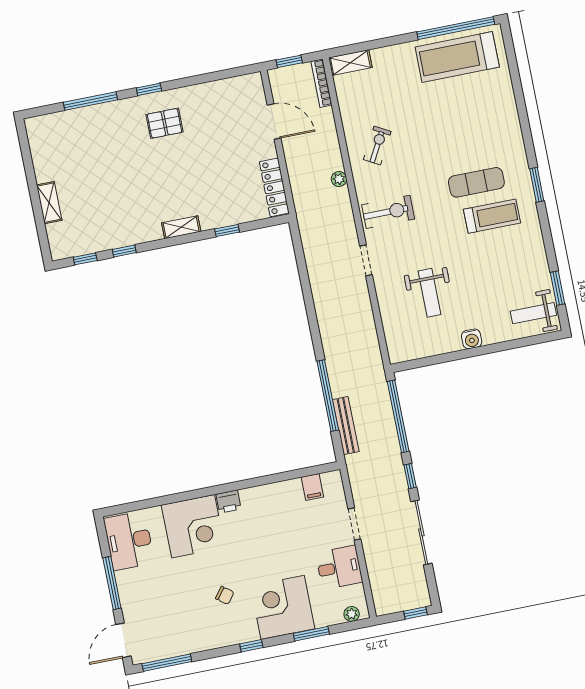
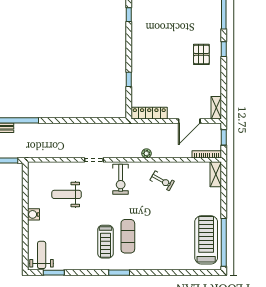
shelving: (181, 227) -> (216, 108), moved

